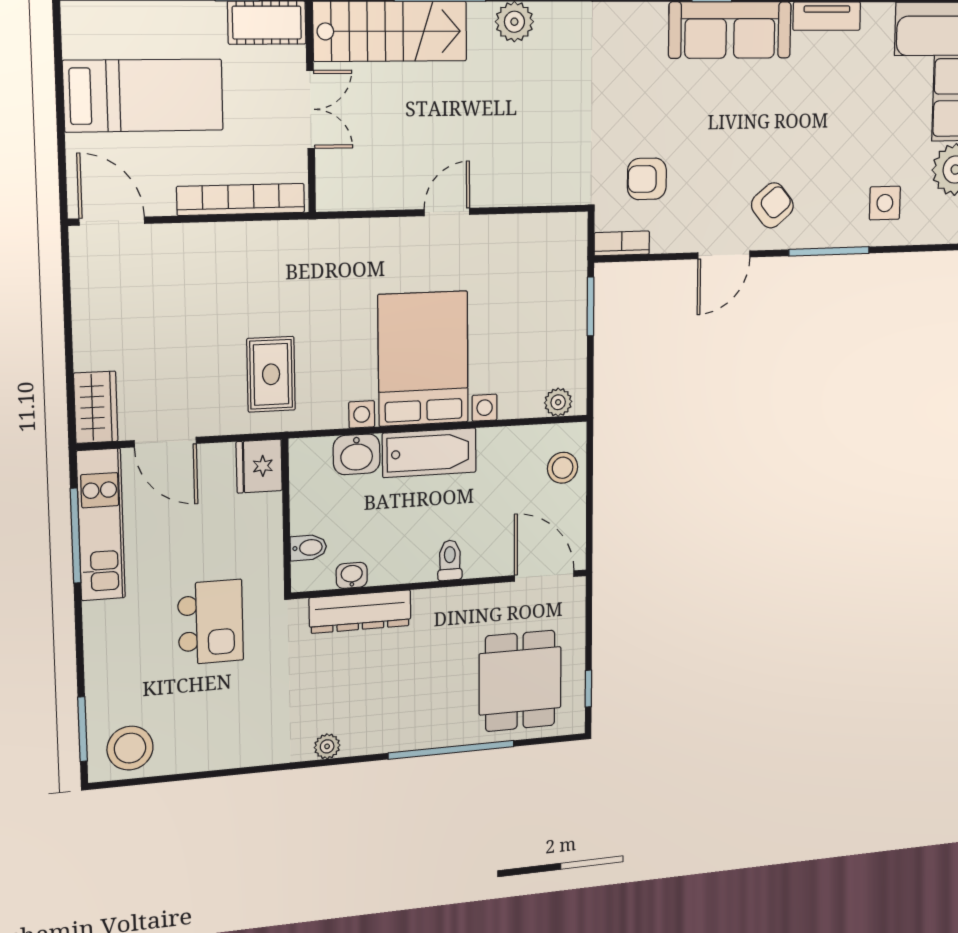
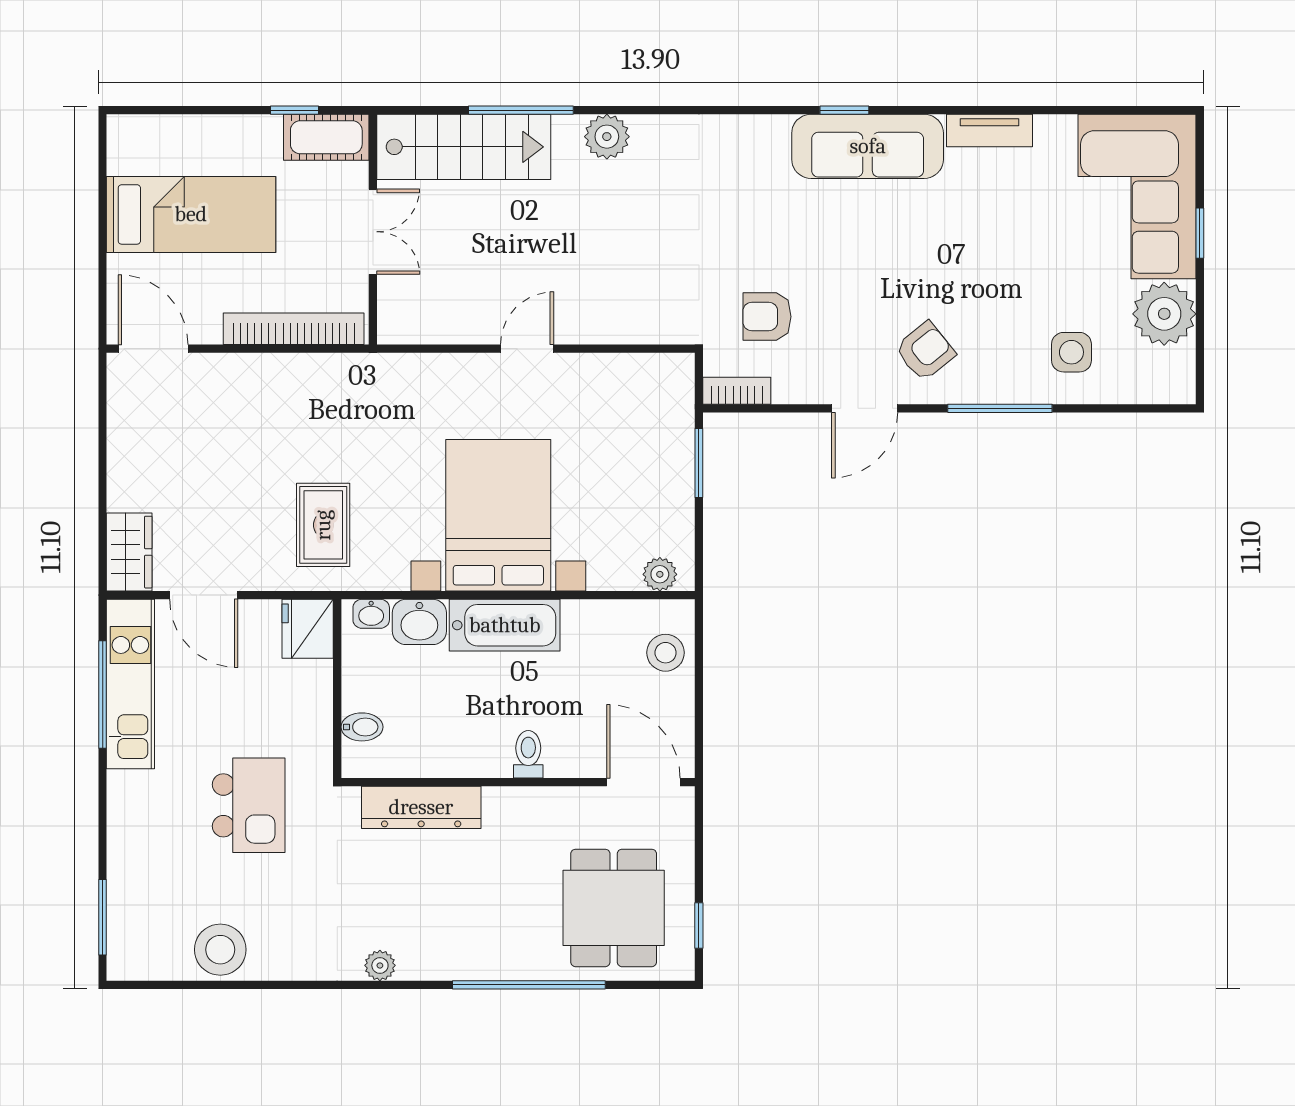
washbasin: (352, 575) -> (371, 614), moved, turned 180
stool: (130, 748) -> (220, 950), moved

